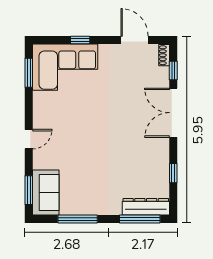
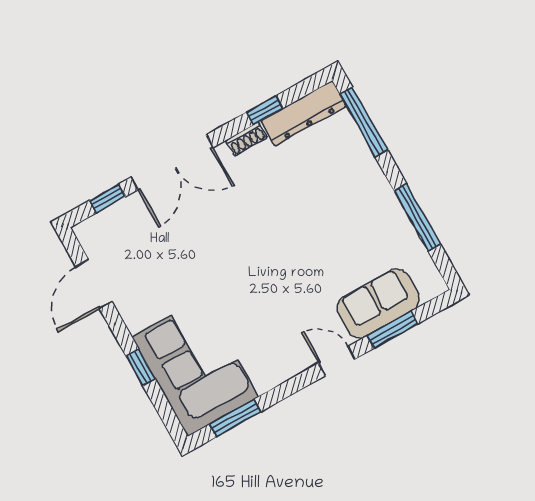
shoe rack: (164, 55) -> (246, 139), moved
window: (29, 190) -> (392, 330), moved
sofa: (46, 192) -> (378, 303), moved
dresser: (146, 207) -> (304, 113), moved, turned -90

